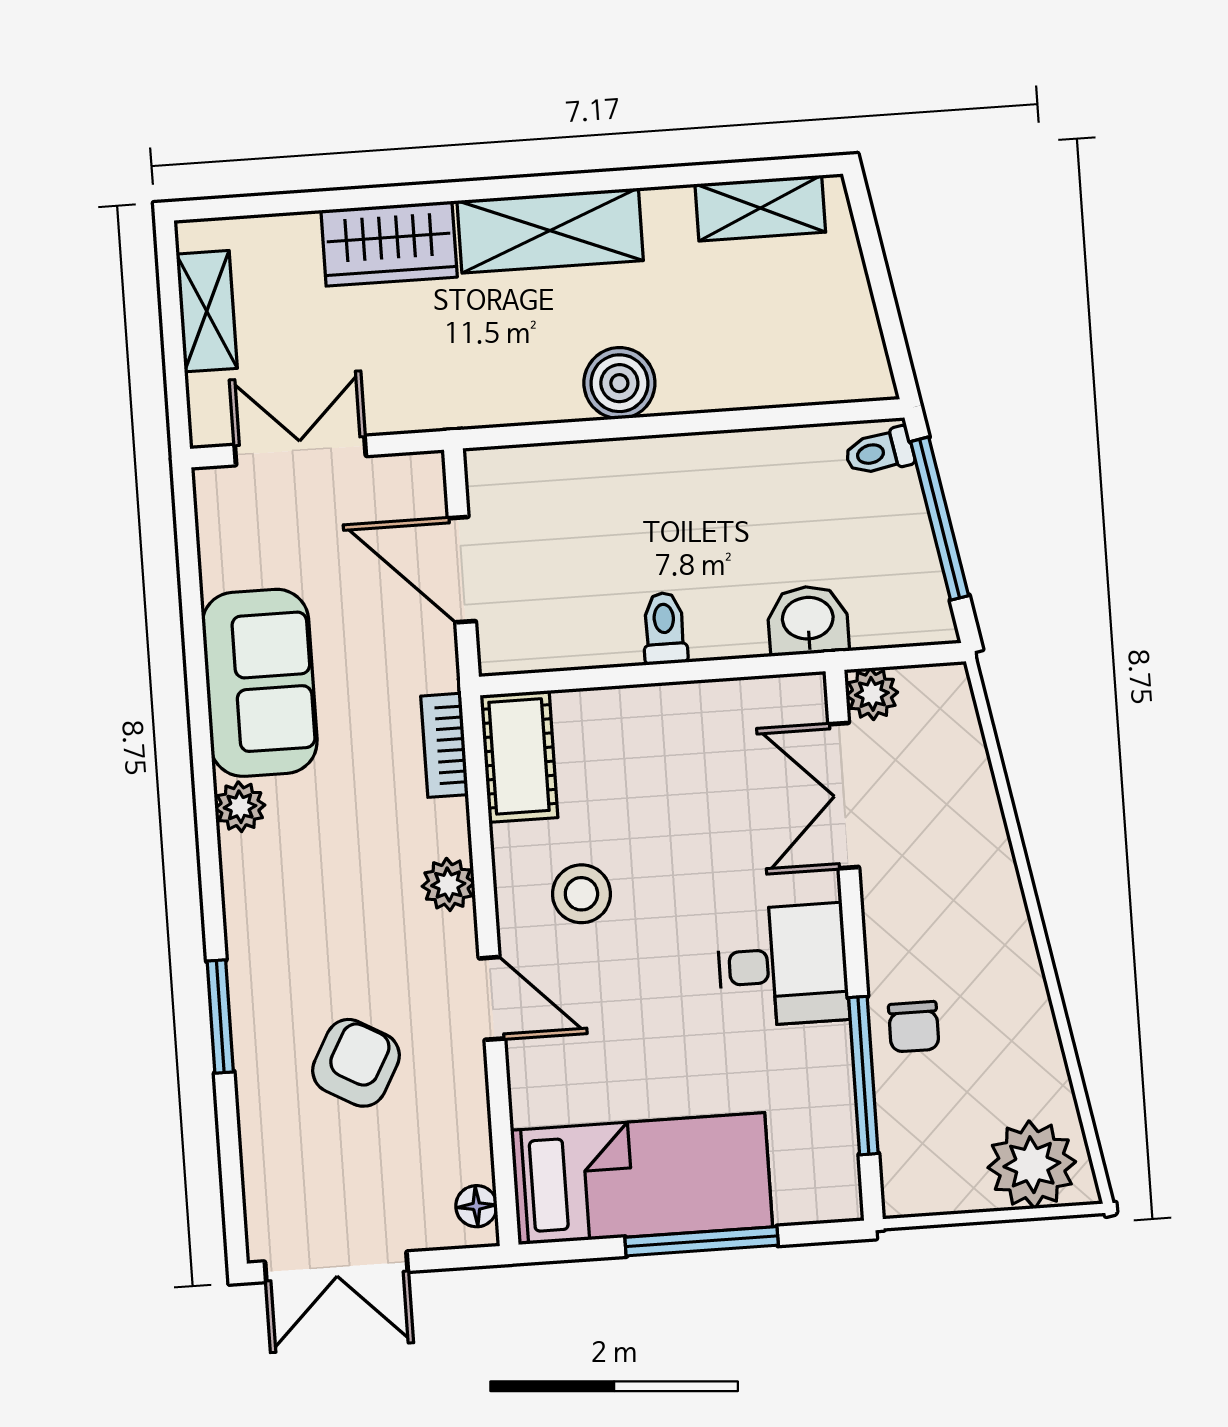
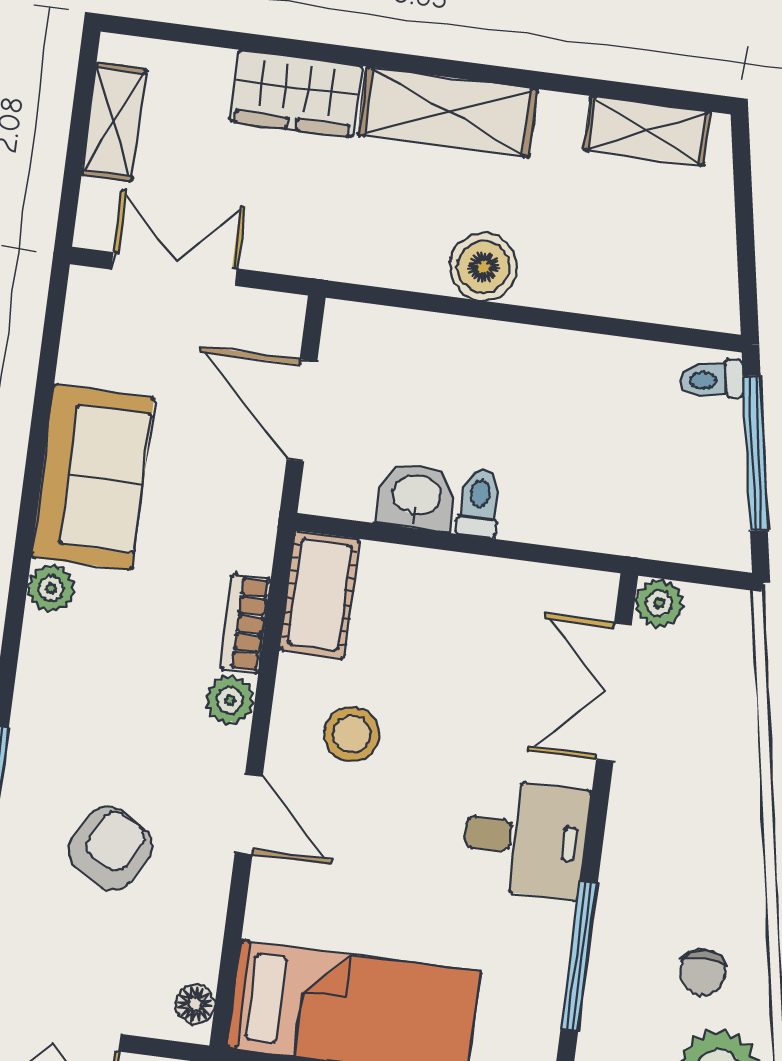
washbasin: (808, 620) -> (416, 497), moved
bookcase: (445, 745) -> (246, 624), moved
chair: (914, 1027) -> (703, 972), moved

